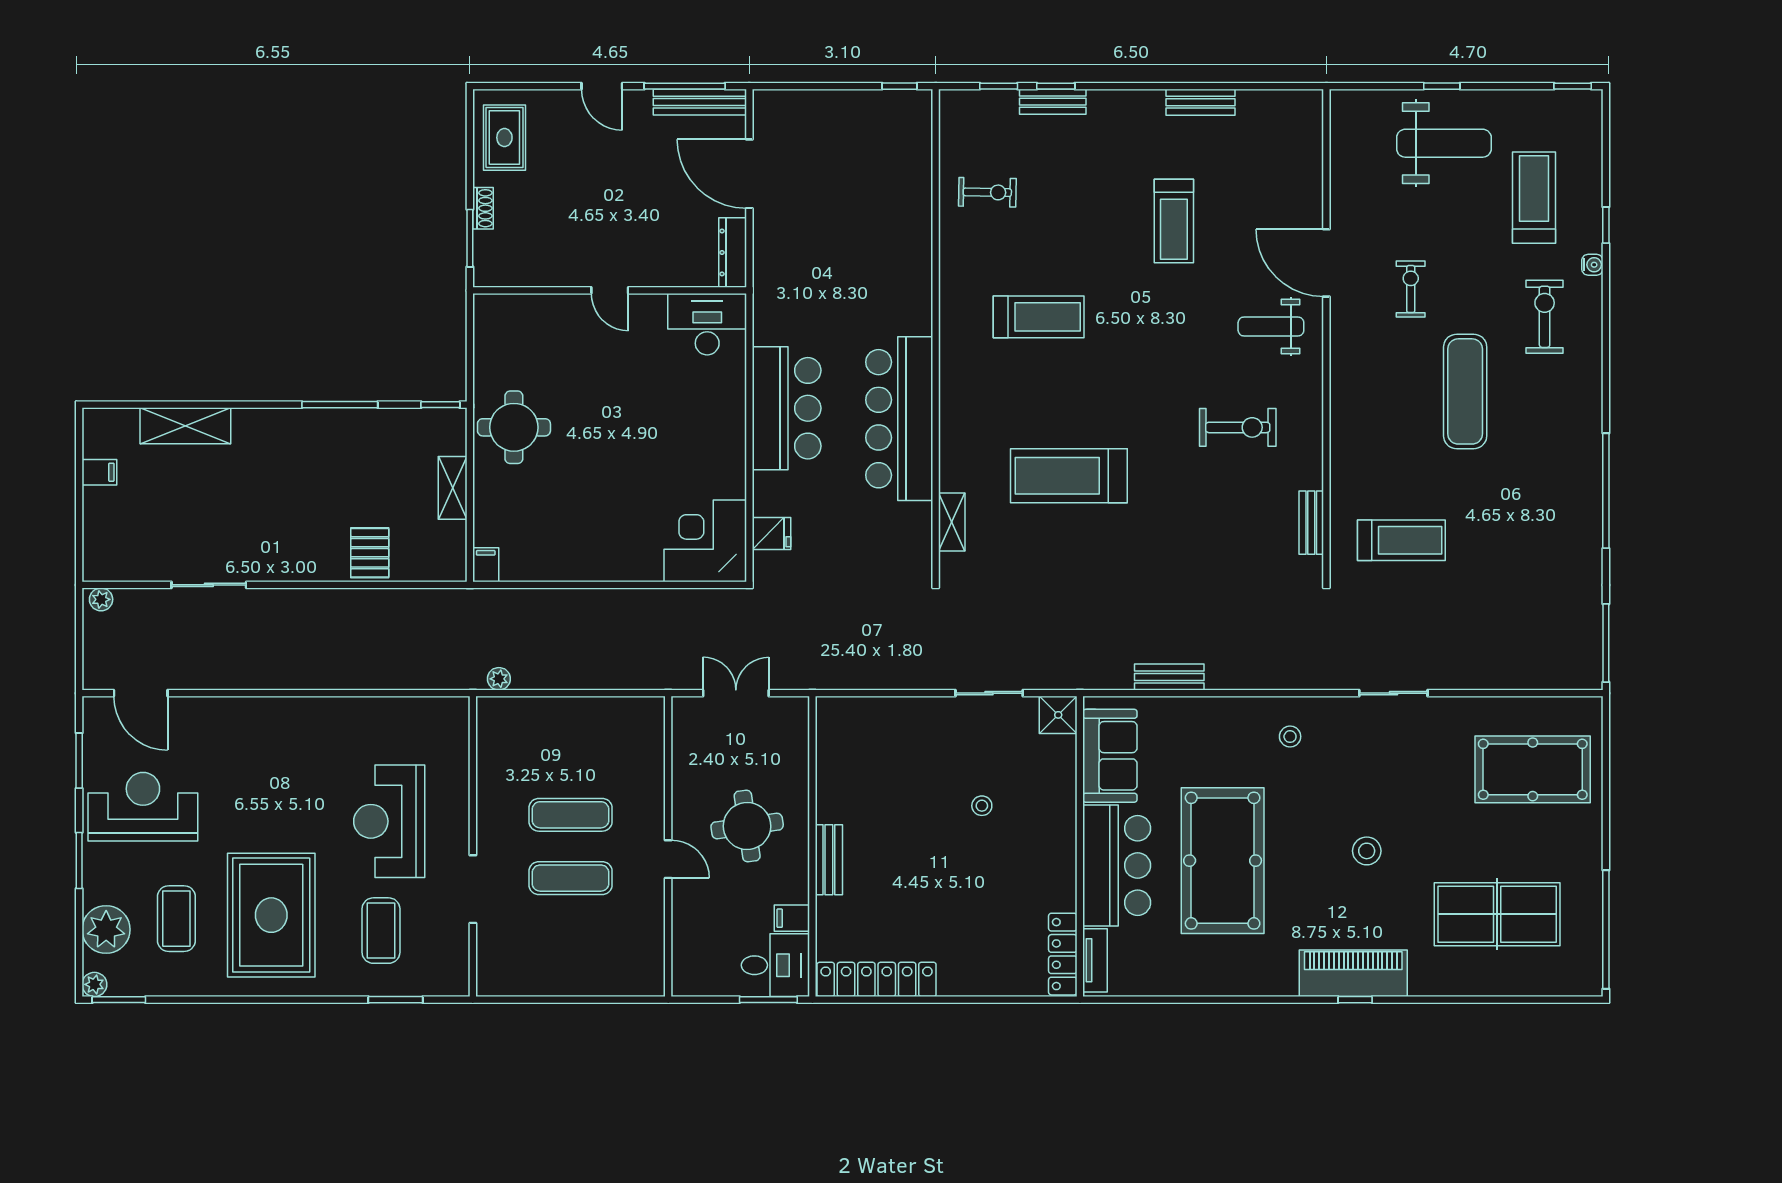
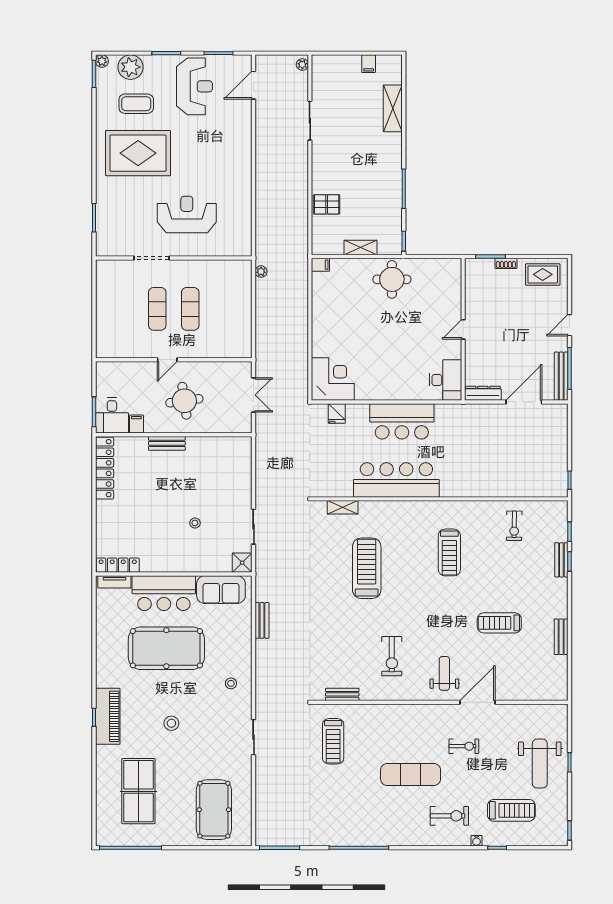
coffee table: (381, 931) -> (130, 210), removed

